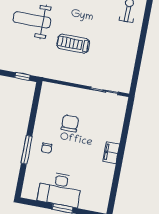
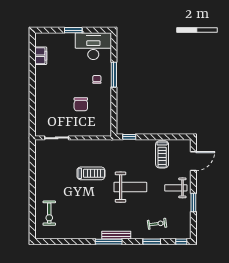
filing cabinet: (111, 153) -> (41, 56), moved
desk: (60, 189) -> (93, 46), moved

